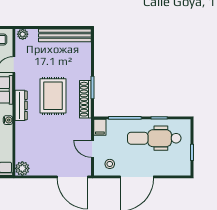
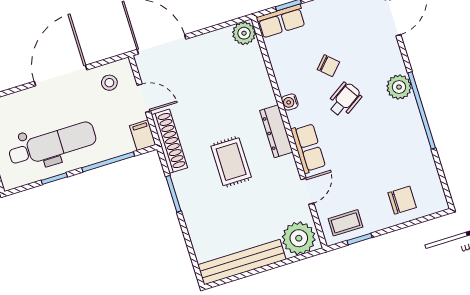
plant: (23, 34) -> (299, 238), width x1.87, depth x1.87
rug: (53, 96) -> (231, 162), width x0.73, depth x0.70
shoe rack: (85, 99) -> (169, 141), moved

